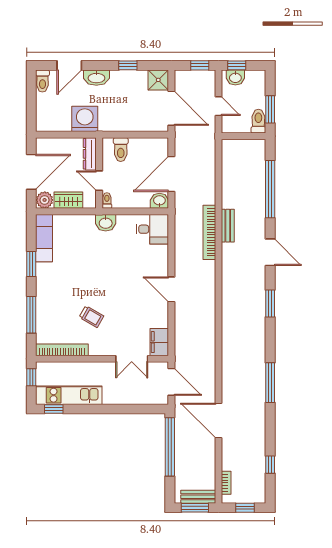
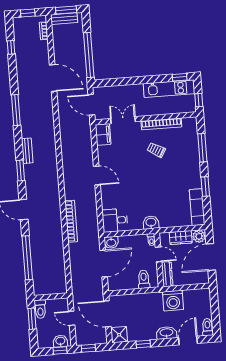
bench: (228, 226) -> (27, 151), moved
bookcase: (62, 350) -> (161, 124), moved

